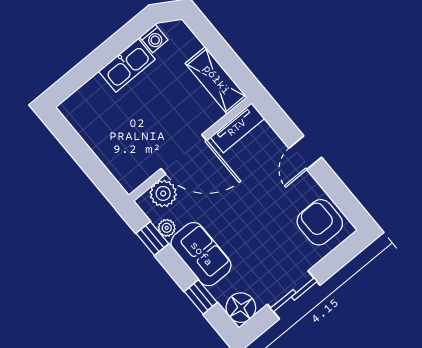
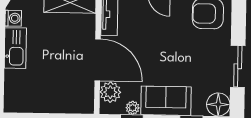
door: (184, 154) -> (98, 60), hinge flipped

